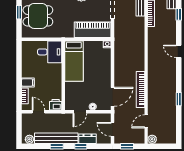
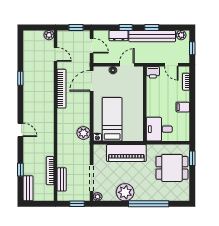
window: (19, 12) -> (192, 158), moved
piano: (93, 30) -> (126, 153), moved
plant: (120, 48) -> (83, 133), added
bed: (74, 61) -> (112, 119), moved
filing cabinet: (28, 83) -> (183, 107), moved
door: (146, 121) -> (55, 54), hinge flipped
window: (19, 127) -> (192, 48), added

